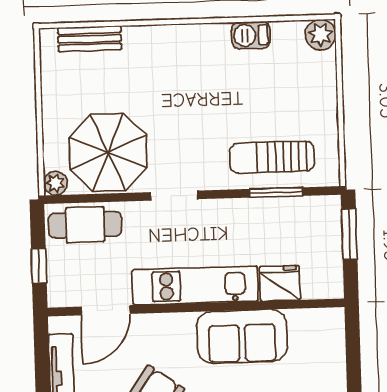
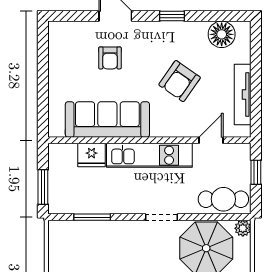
sun lounger: (272, 157) -> (94, 241), removed
door: (106, 310) -> (211, 140), width x0.73
sofa: (242, 336) -> (107, 120), width x1.36

